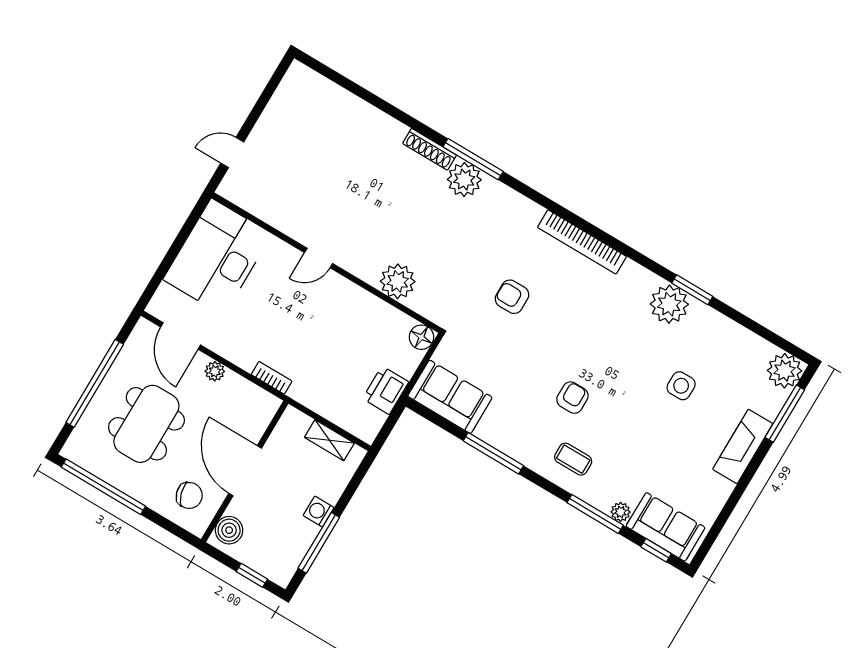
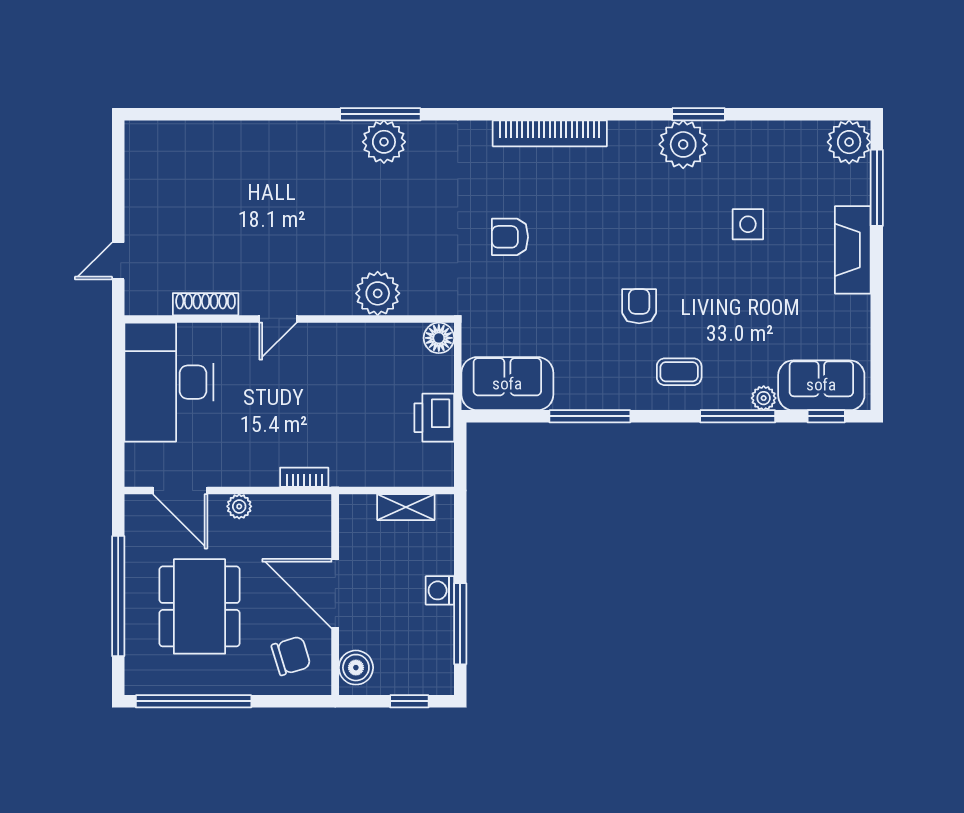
shoe rack: (429, 149) -> (206, 304), moved, turned 180

